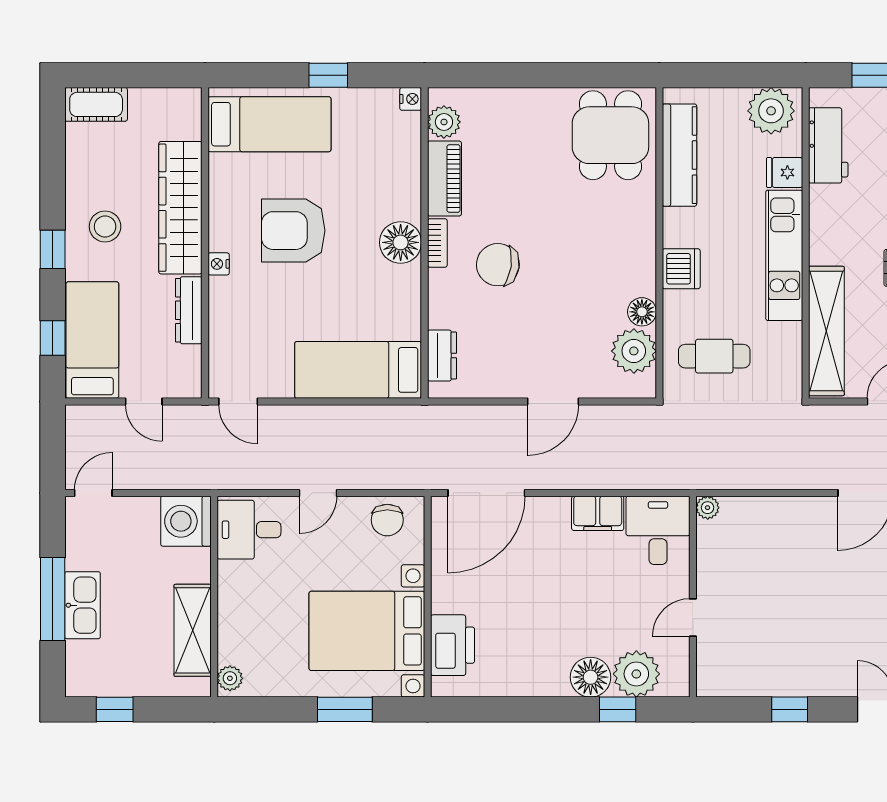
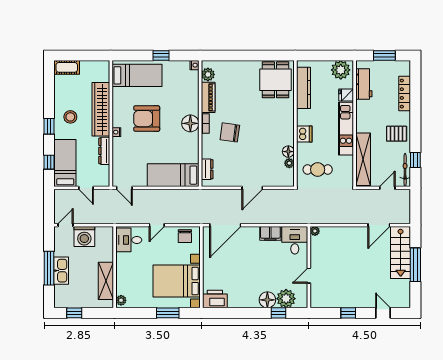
plant: (634, 351) -> (289, 163), width x0.53, depth x0.53
washing machine: (186, 521) -> (84, 237), moved, turned -90
printer: (452, 645) -> (215, 299), moved, turned -90

